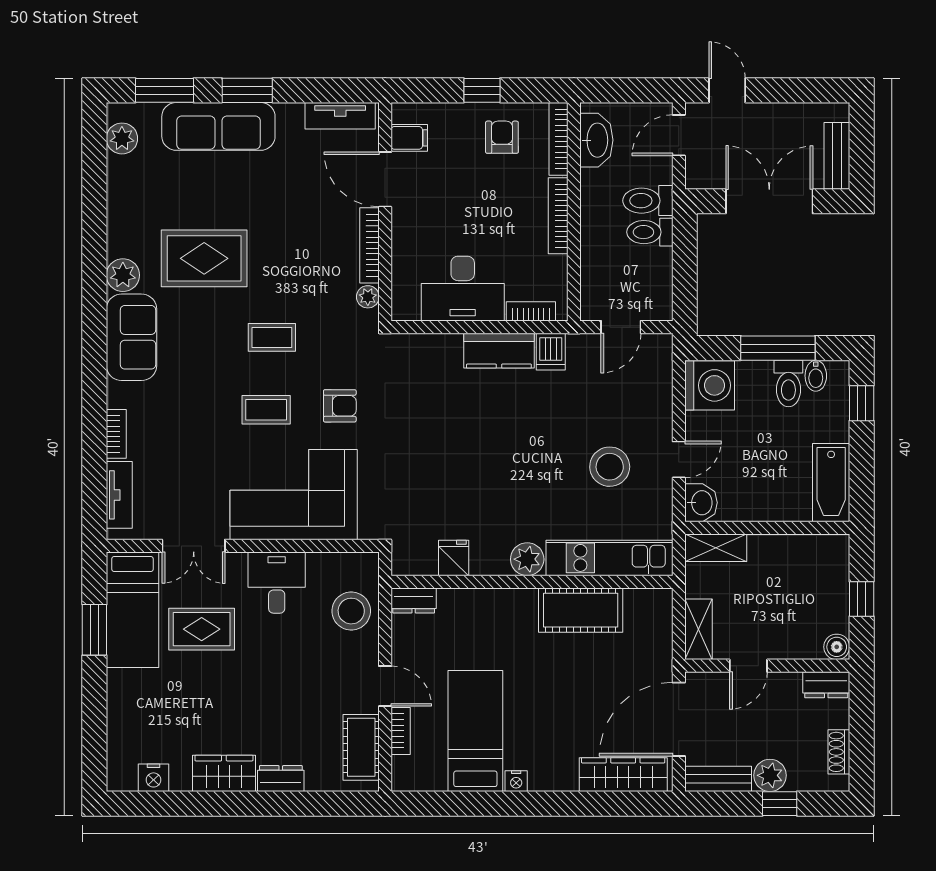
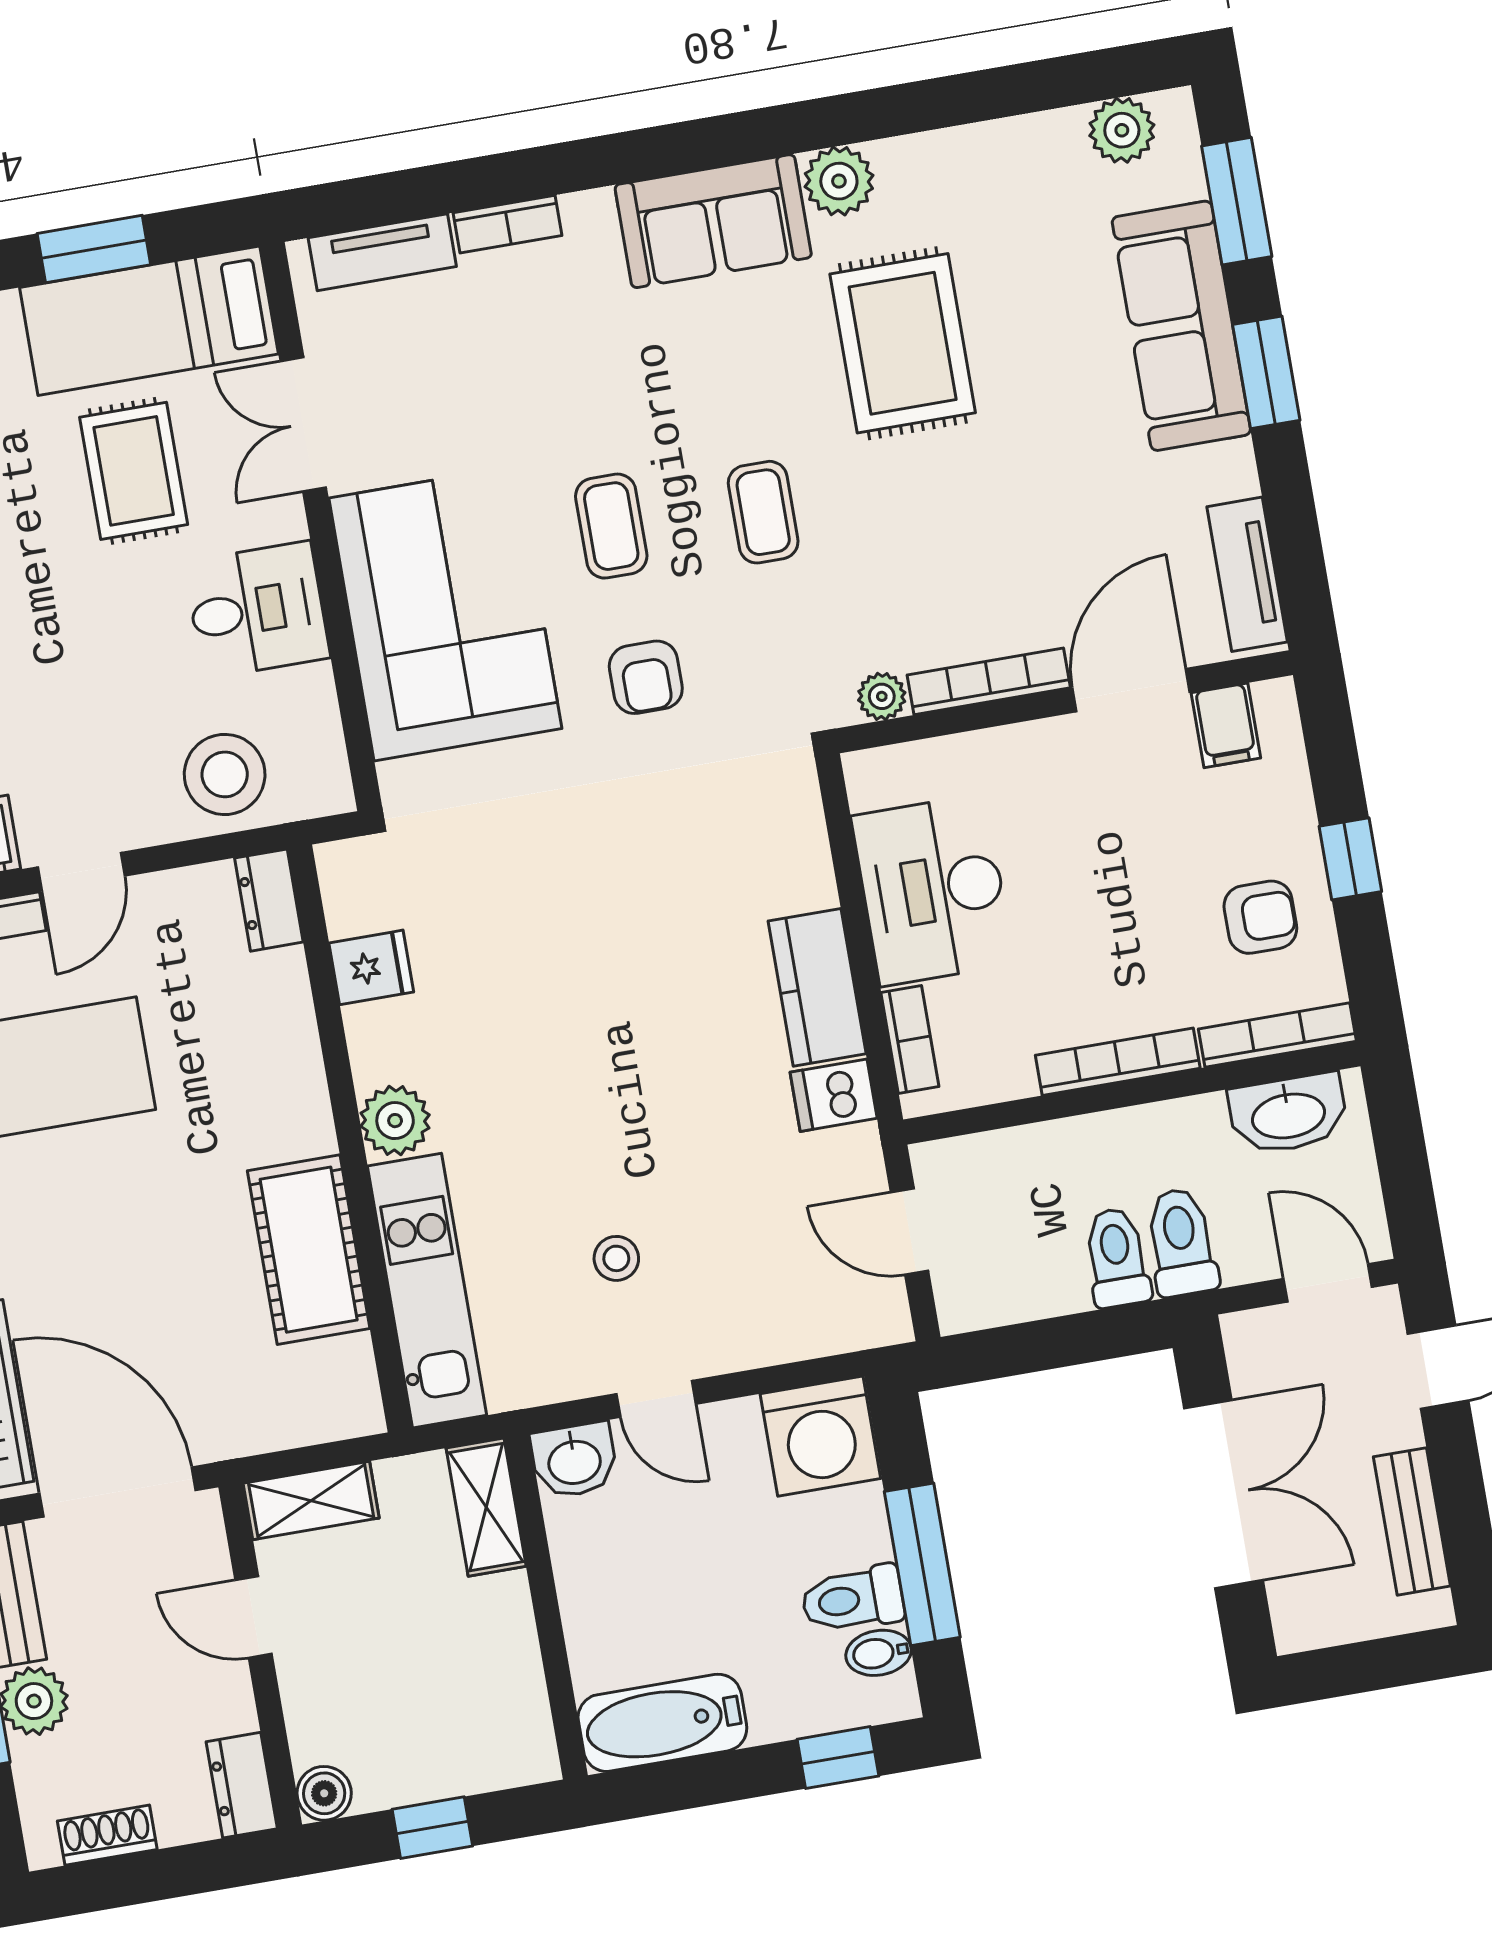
bench: (837, 156) -> (1412, 1521), moved, turned 90
stool: (610, 467) -> (616, 1258), width x0.53, depth x0.53

